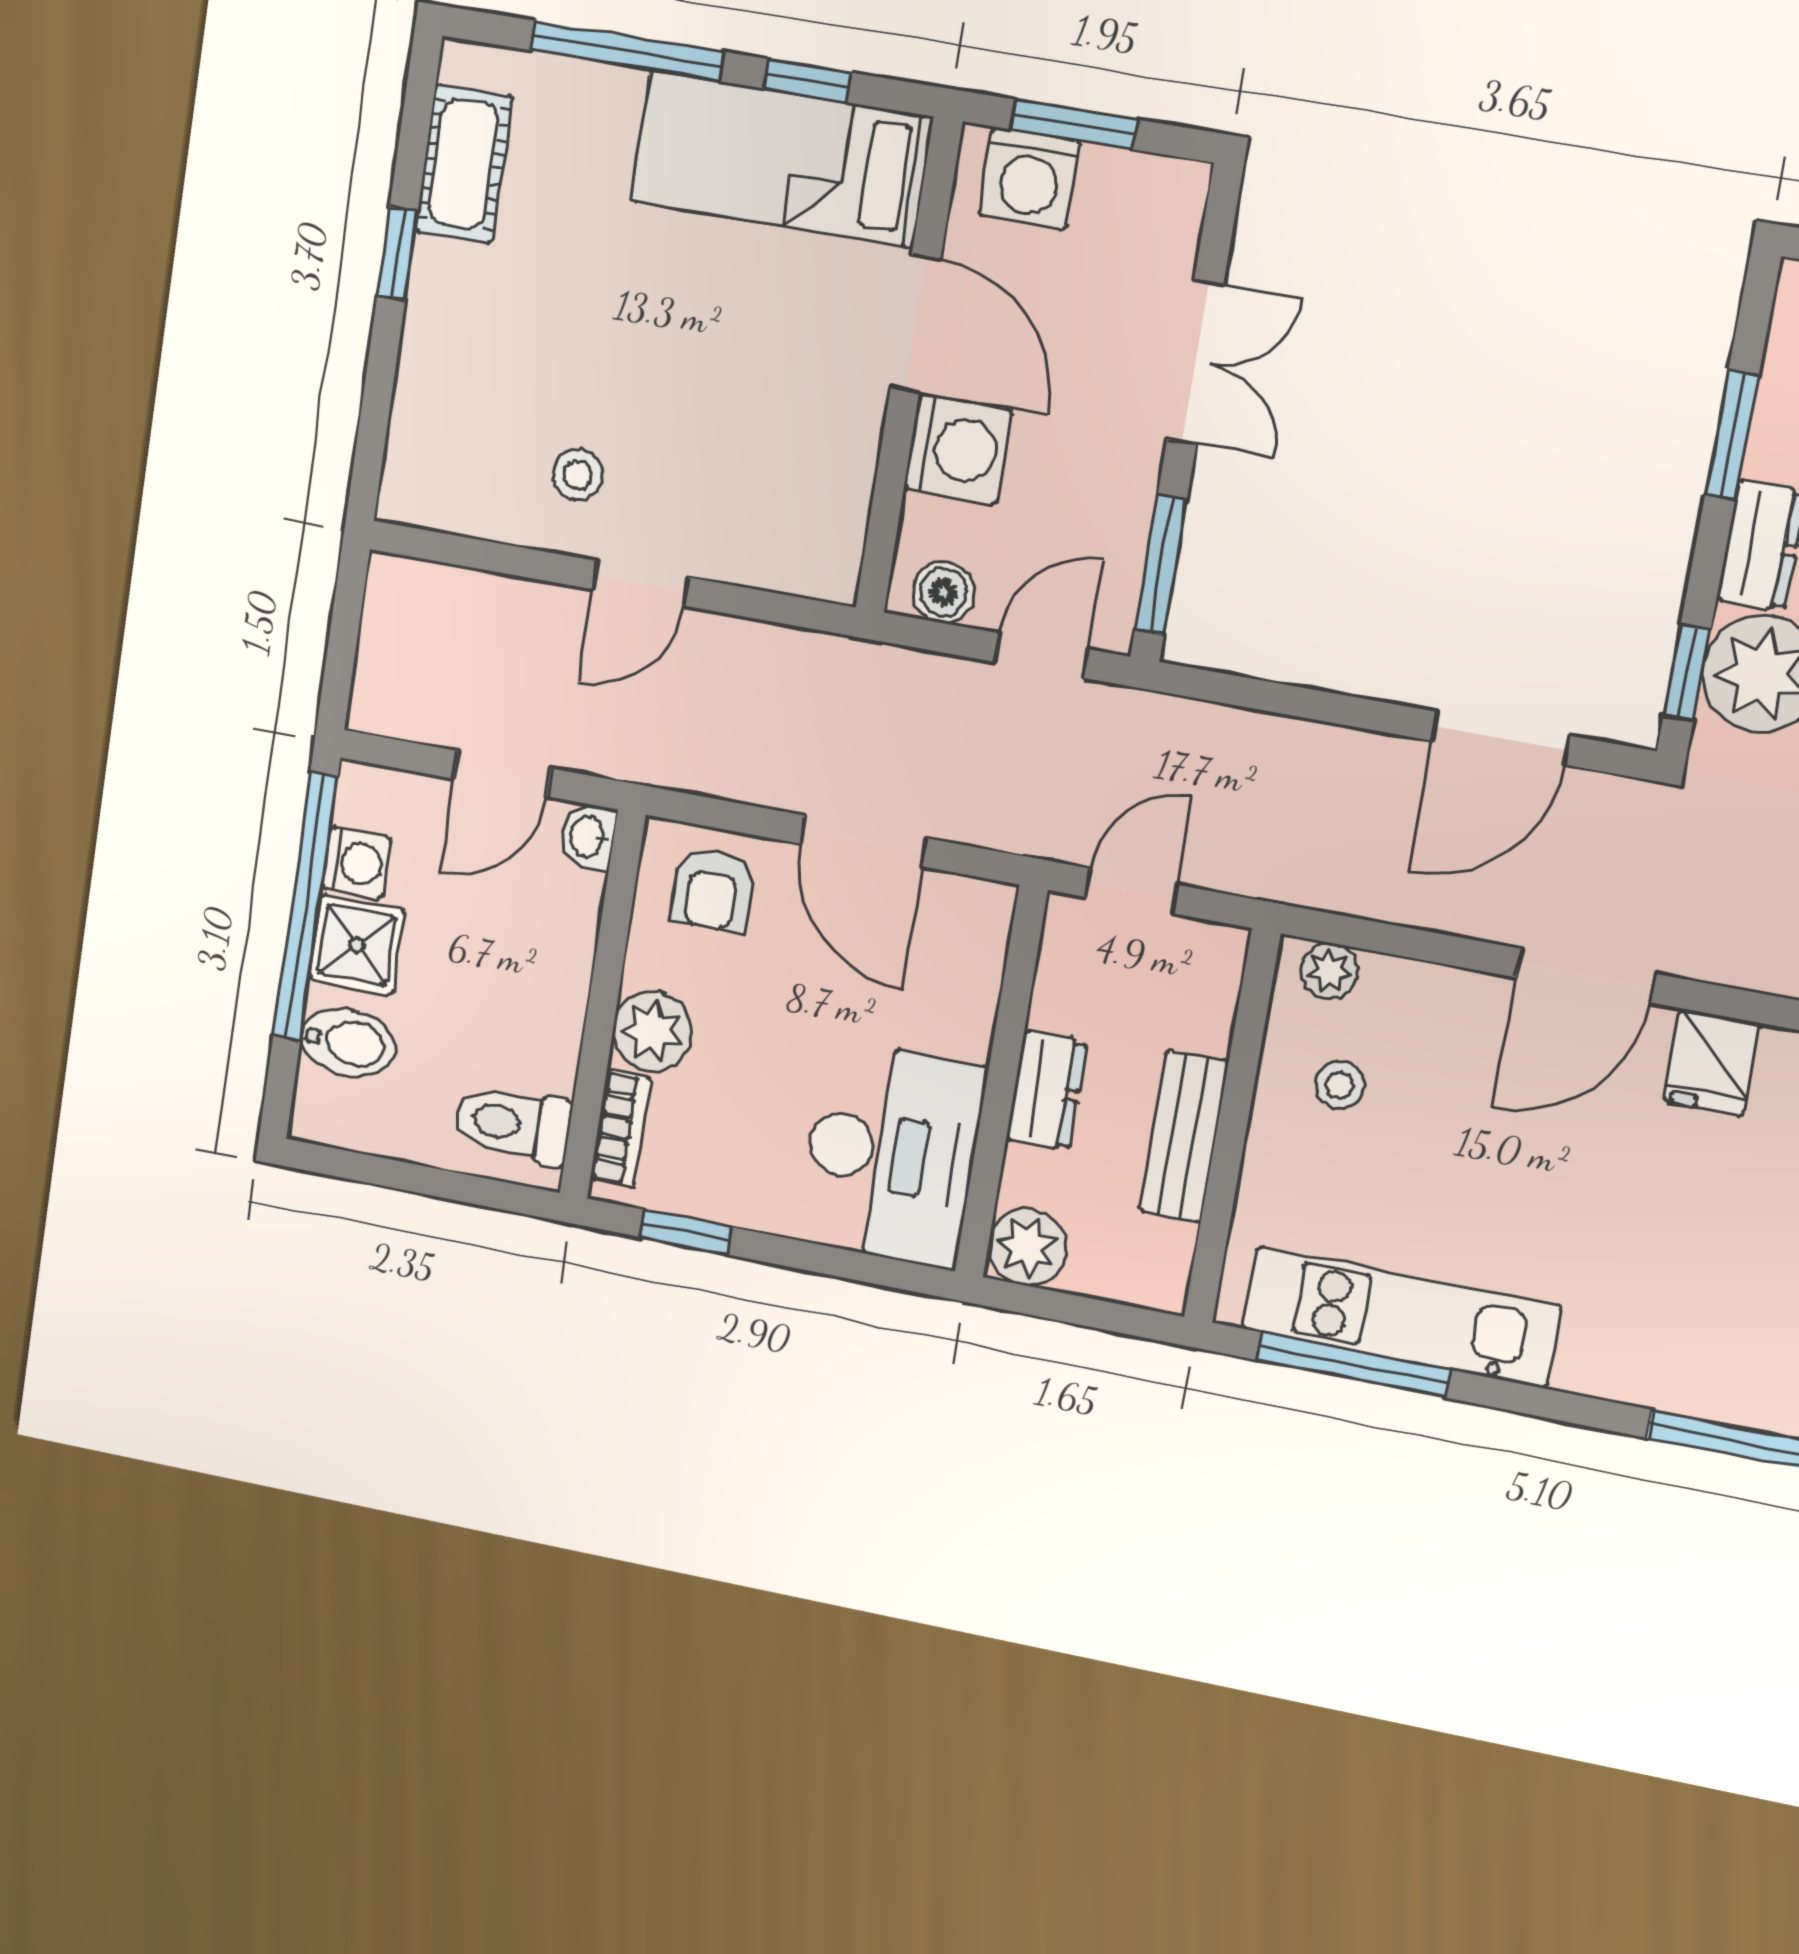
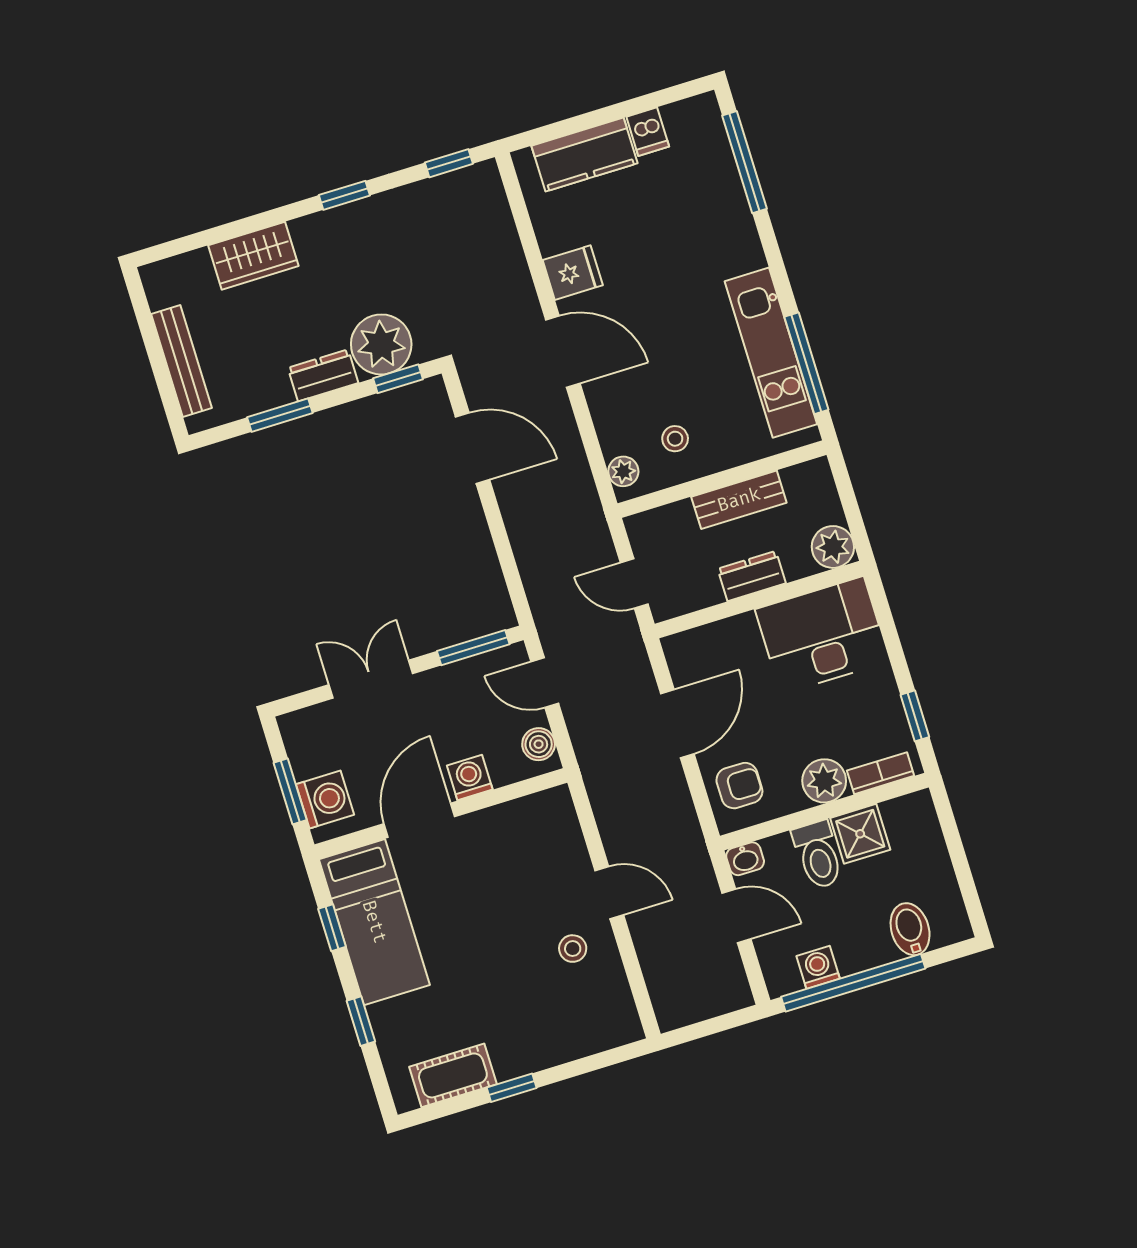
window: (627, 51) -> (361, 1021), width x0.46
washing machine: (958, 449) -> (470, 778), width x0.73, depth x0.73
shower: (357, 945) -> (860, 834), moved
toilet: (513, 1124) -> (818, 855), moved

